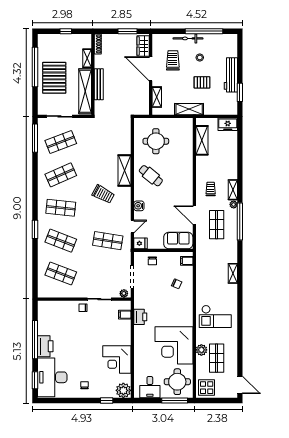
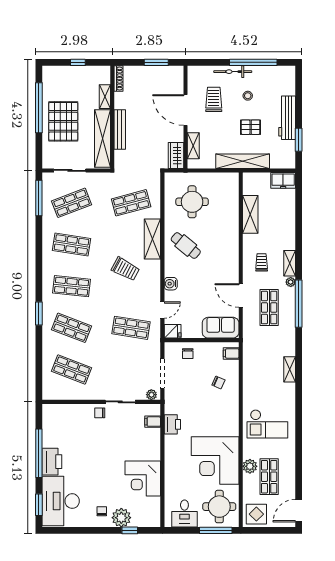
wardrobe: (143, 46) -> (176, 155), moved
shelving: (189, 109) -> (243, 161), width x1.47
shelving: (202, 140) -> (250, 214), moved
shop shelf: (108, 142) -> (131, 203), added
shop shelf: (61, 175) -> (72, 244), turned 33
door: (240, 385) -> (299, 511), swing flipped
plant: (123, 390) -> (121, 518), moved

